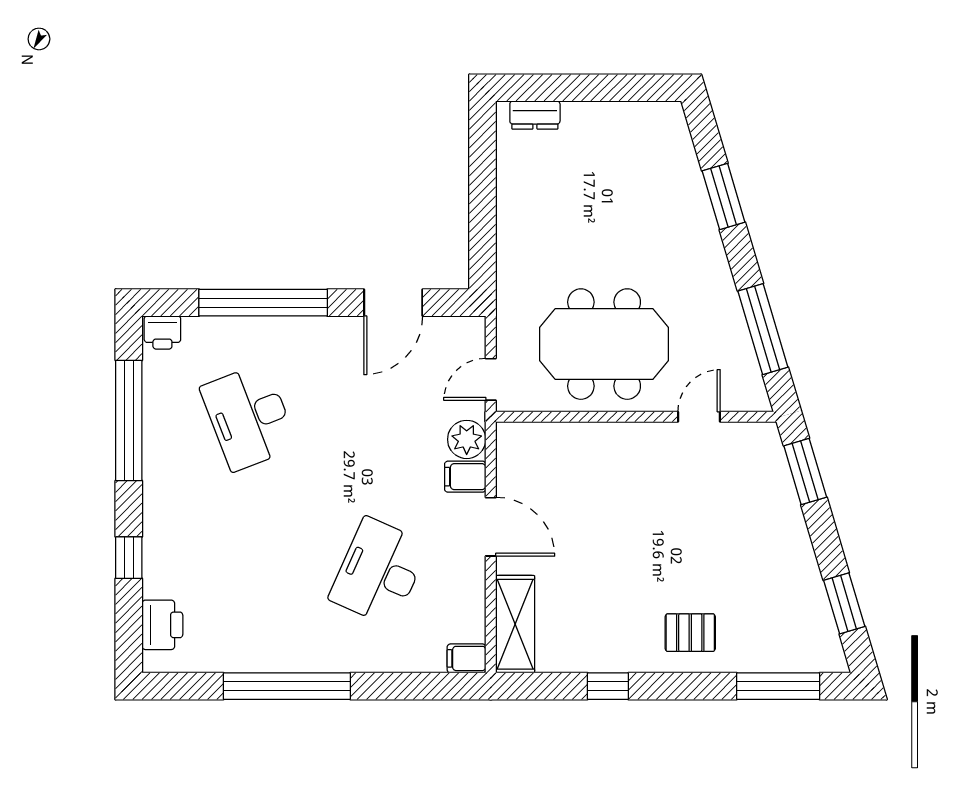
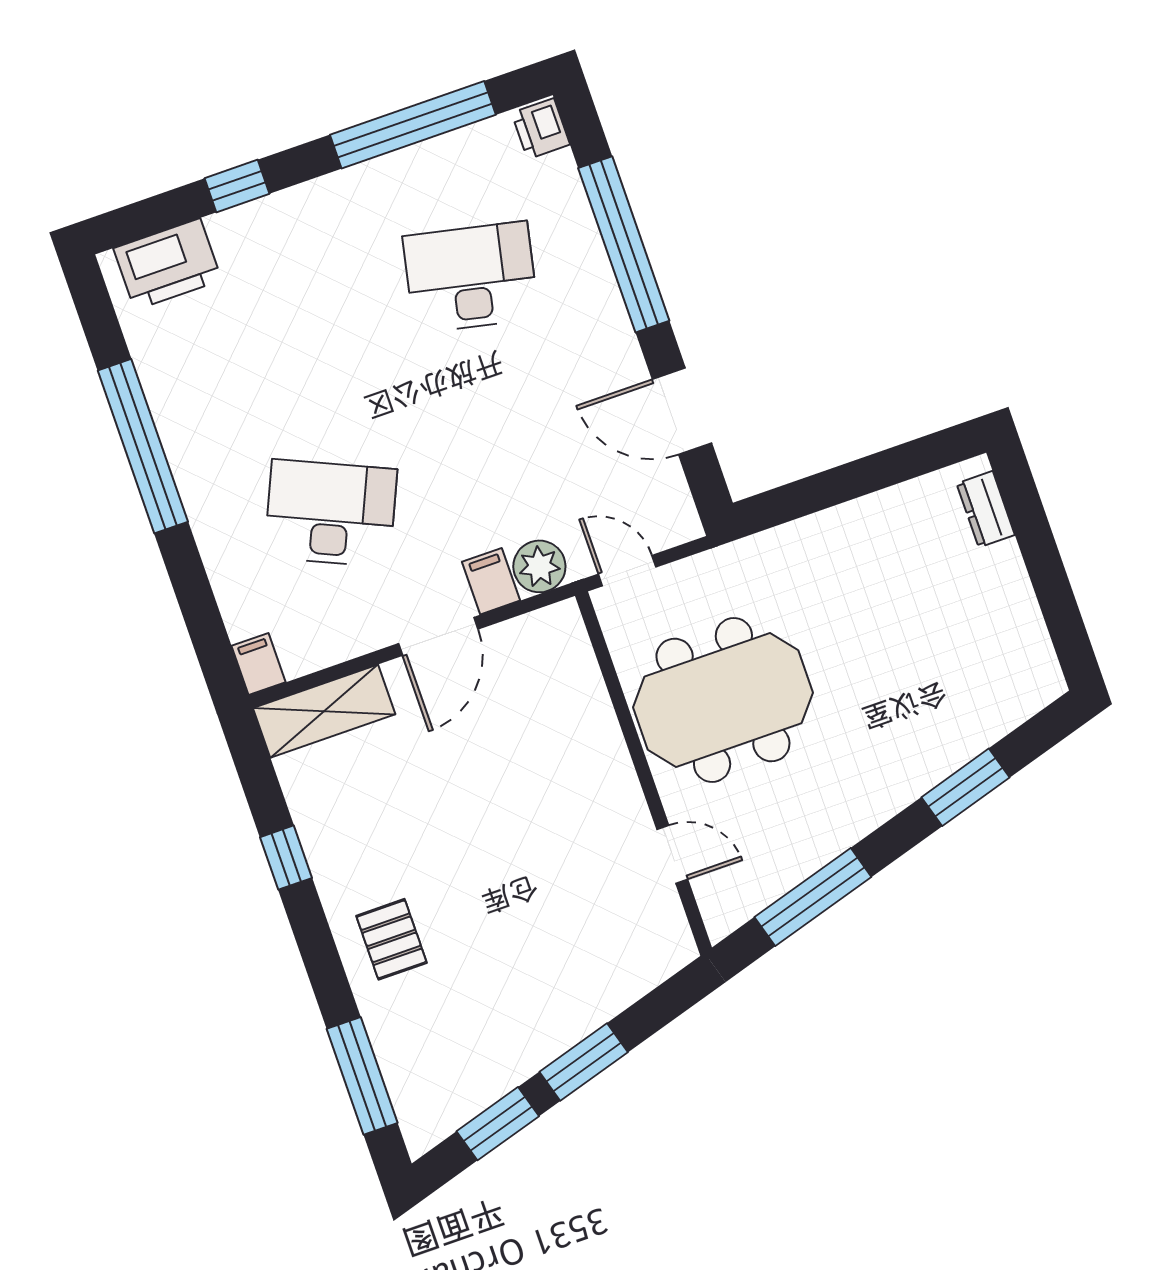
meeting table: (604, 344) -> (723, 700), turned 90
desk: (249, 417) -> (471, 277), turned 33
window: (805, 472) -> (584, 1062), moved
printer: (162, 625) -> (168, 264), width x1.37, depth x1.19

